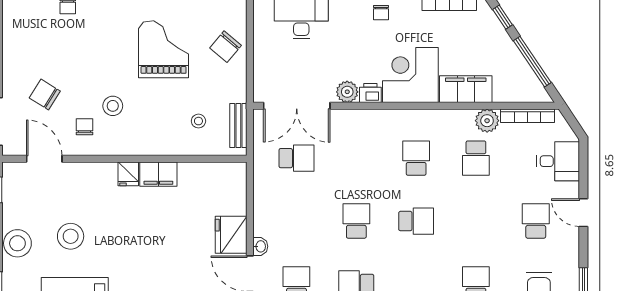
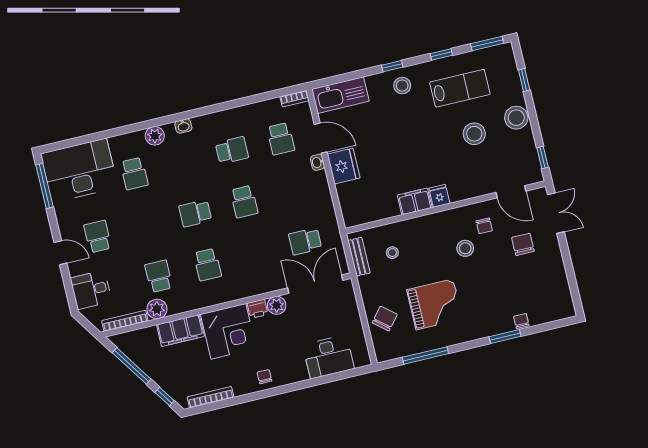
grand piano: (164, 49) -> (435, 304), turned -90
chair: (45, 95) -> (523, 244), turned -122
school desk: (536, 221) -> (98, 237), turned 180

